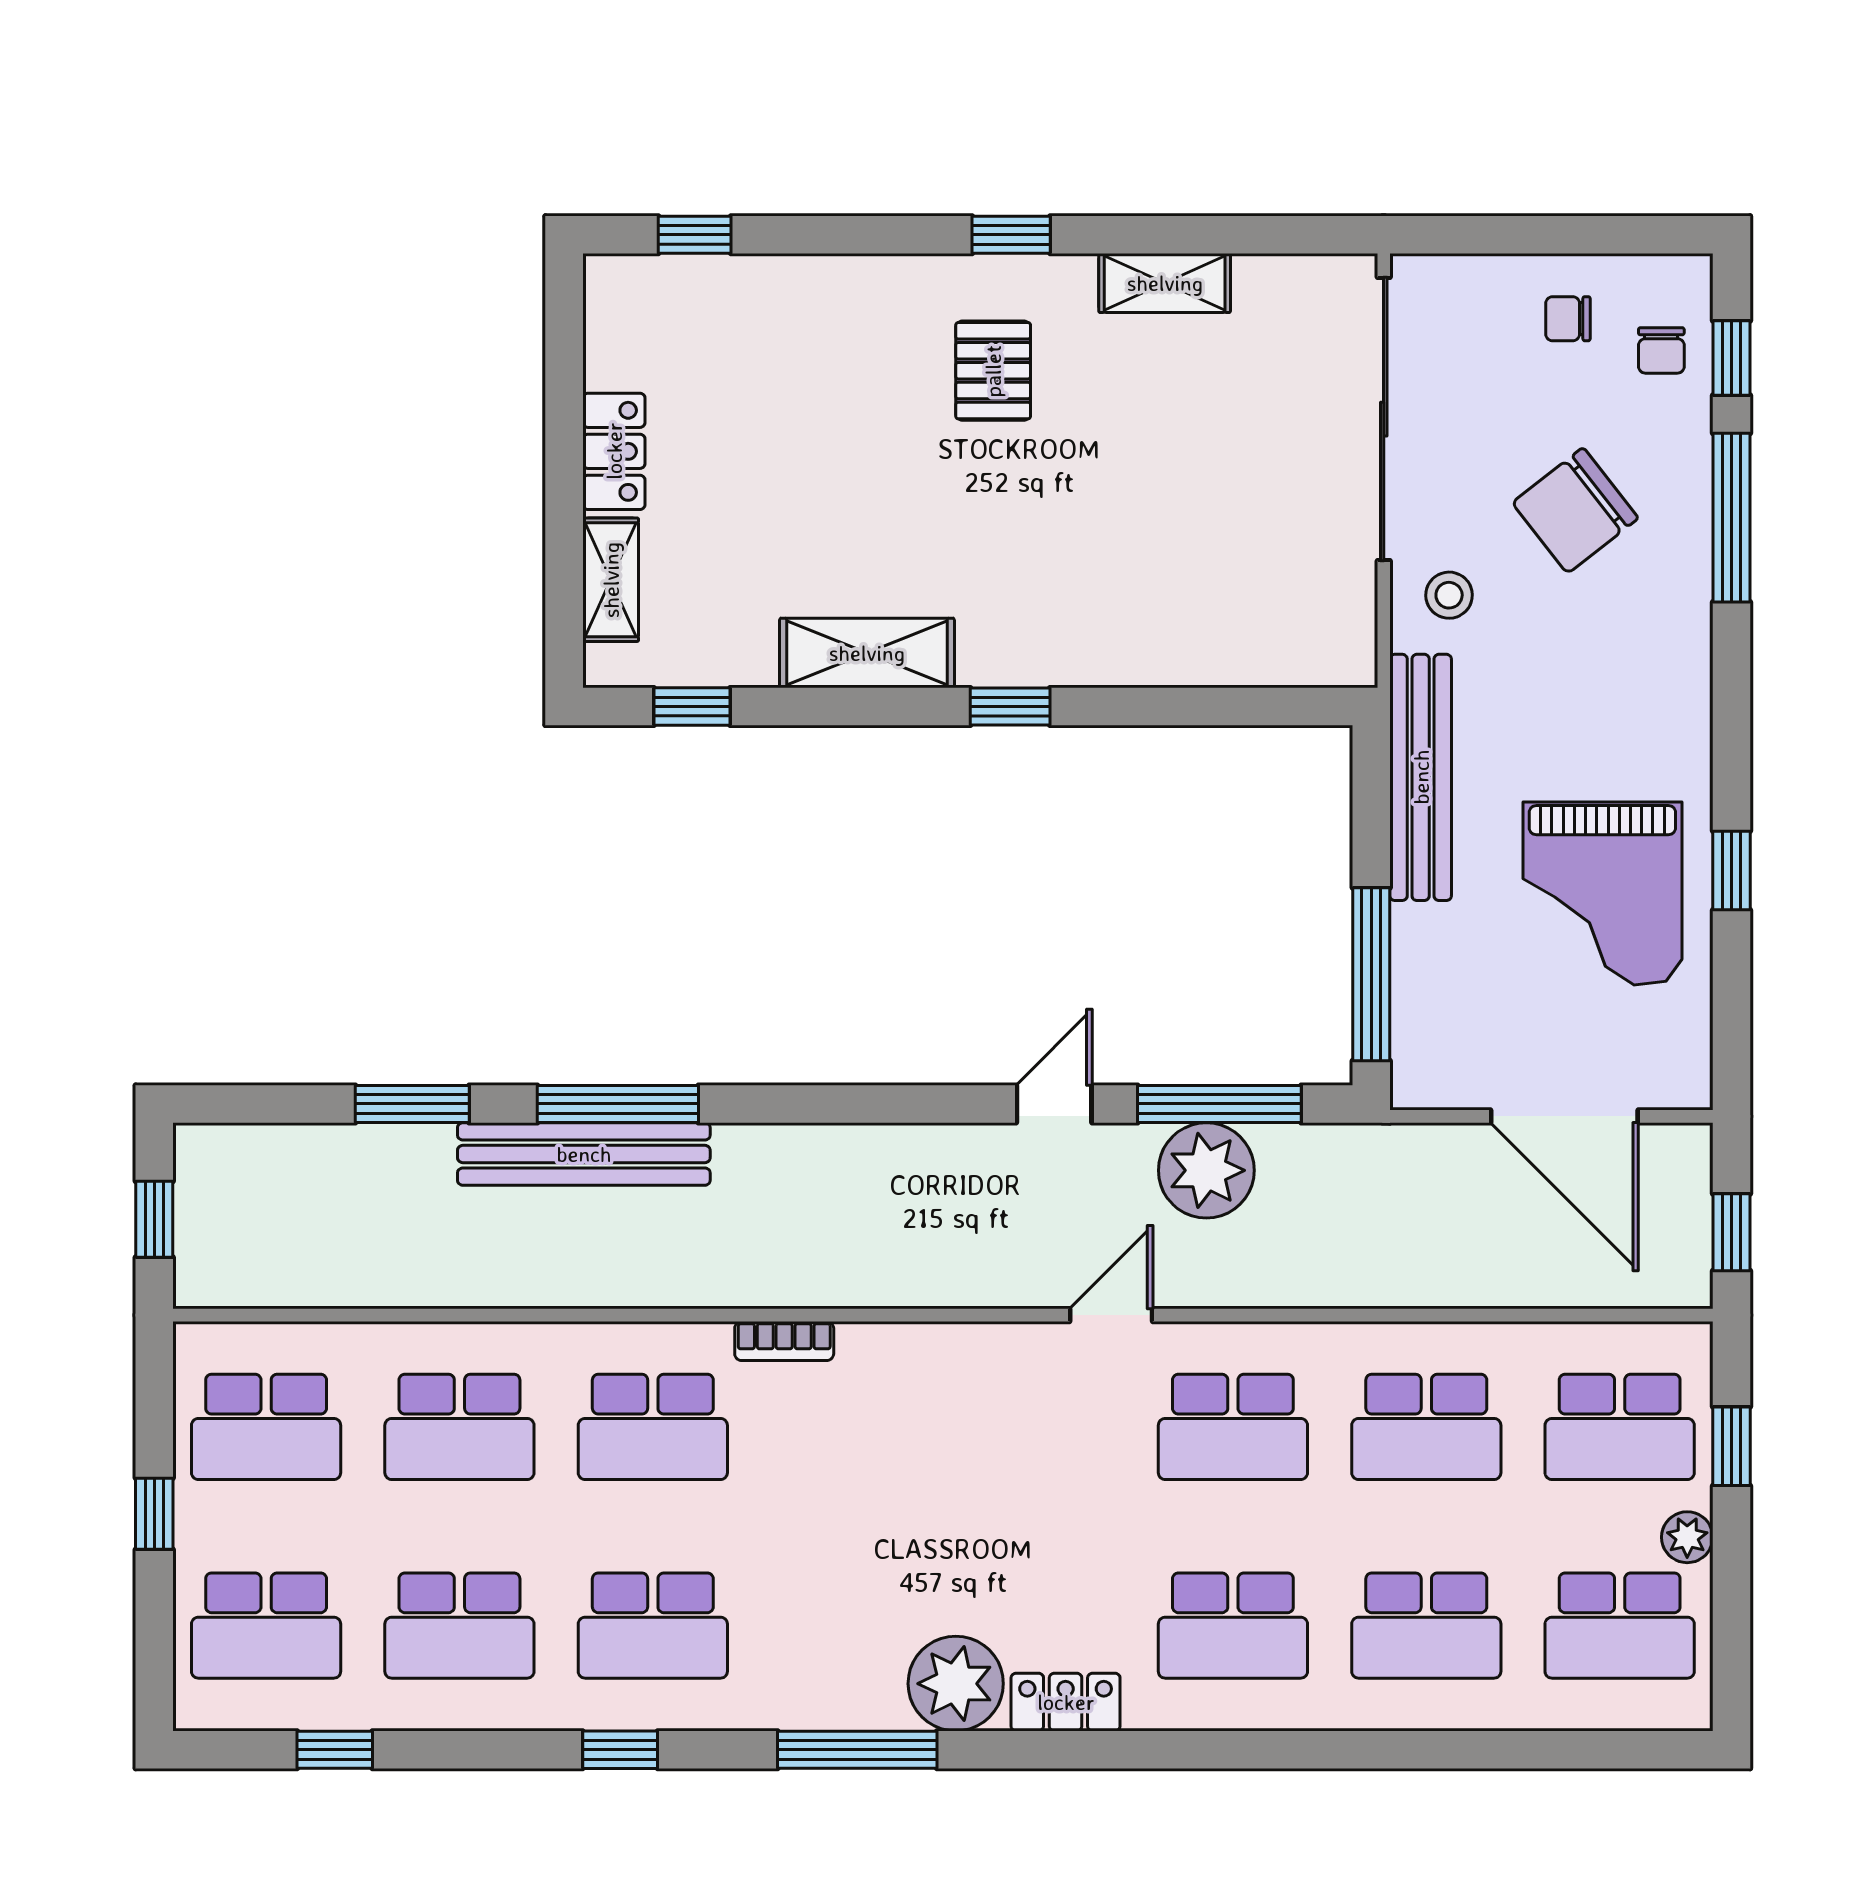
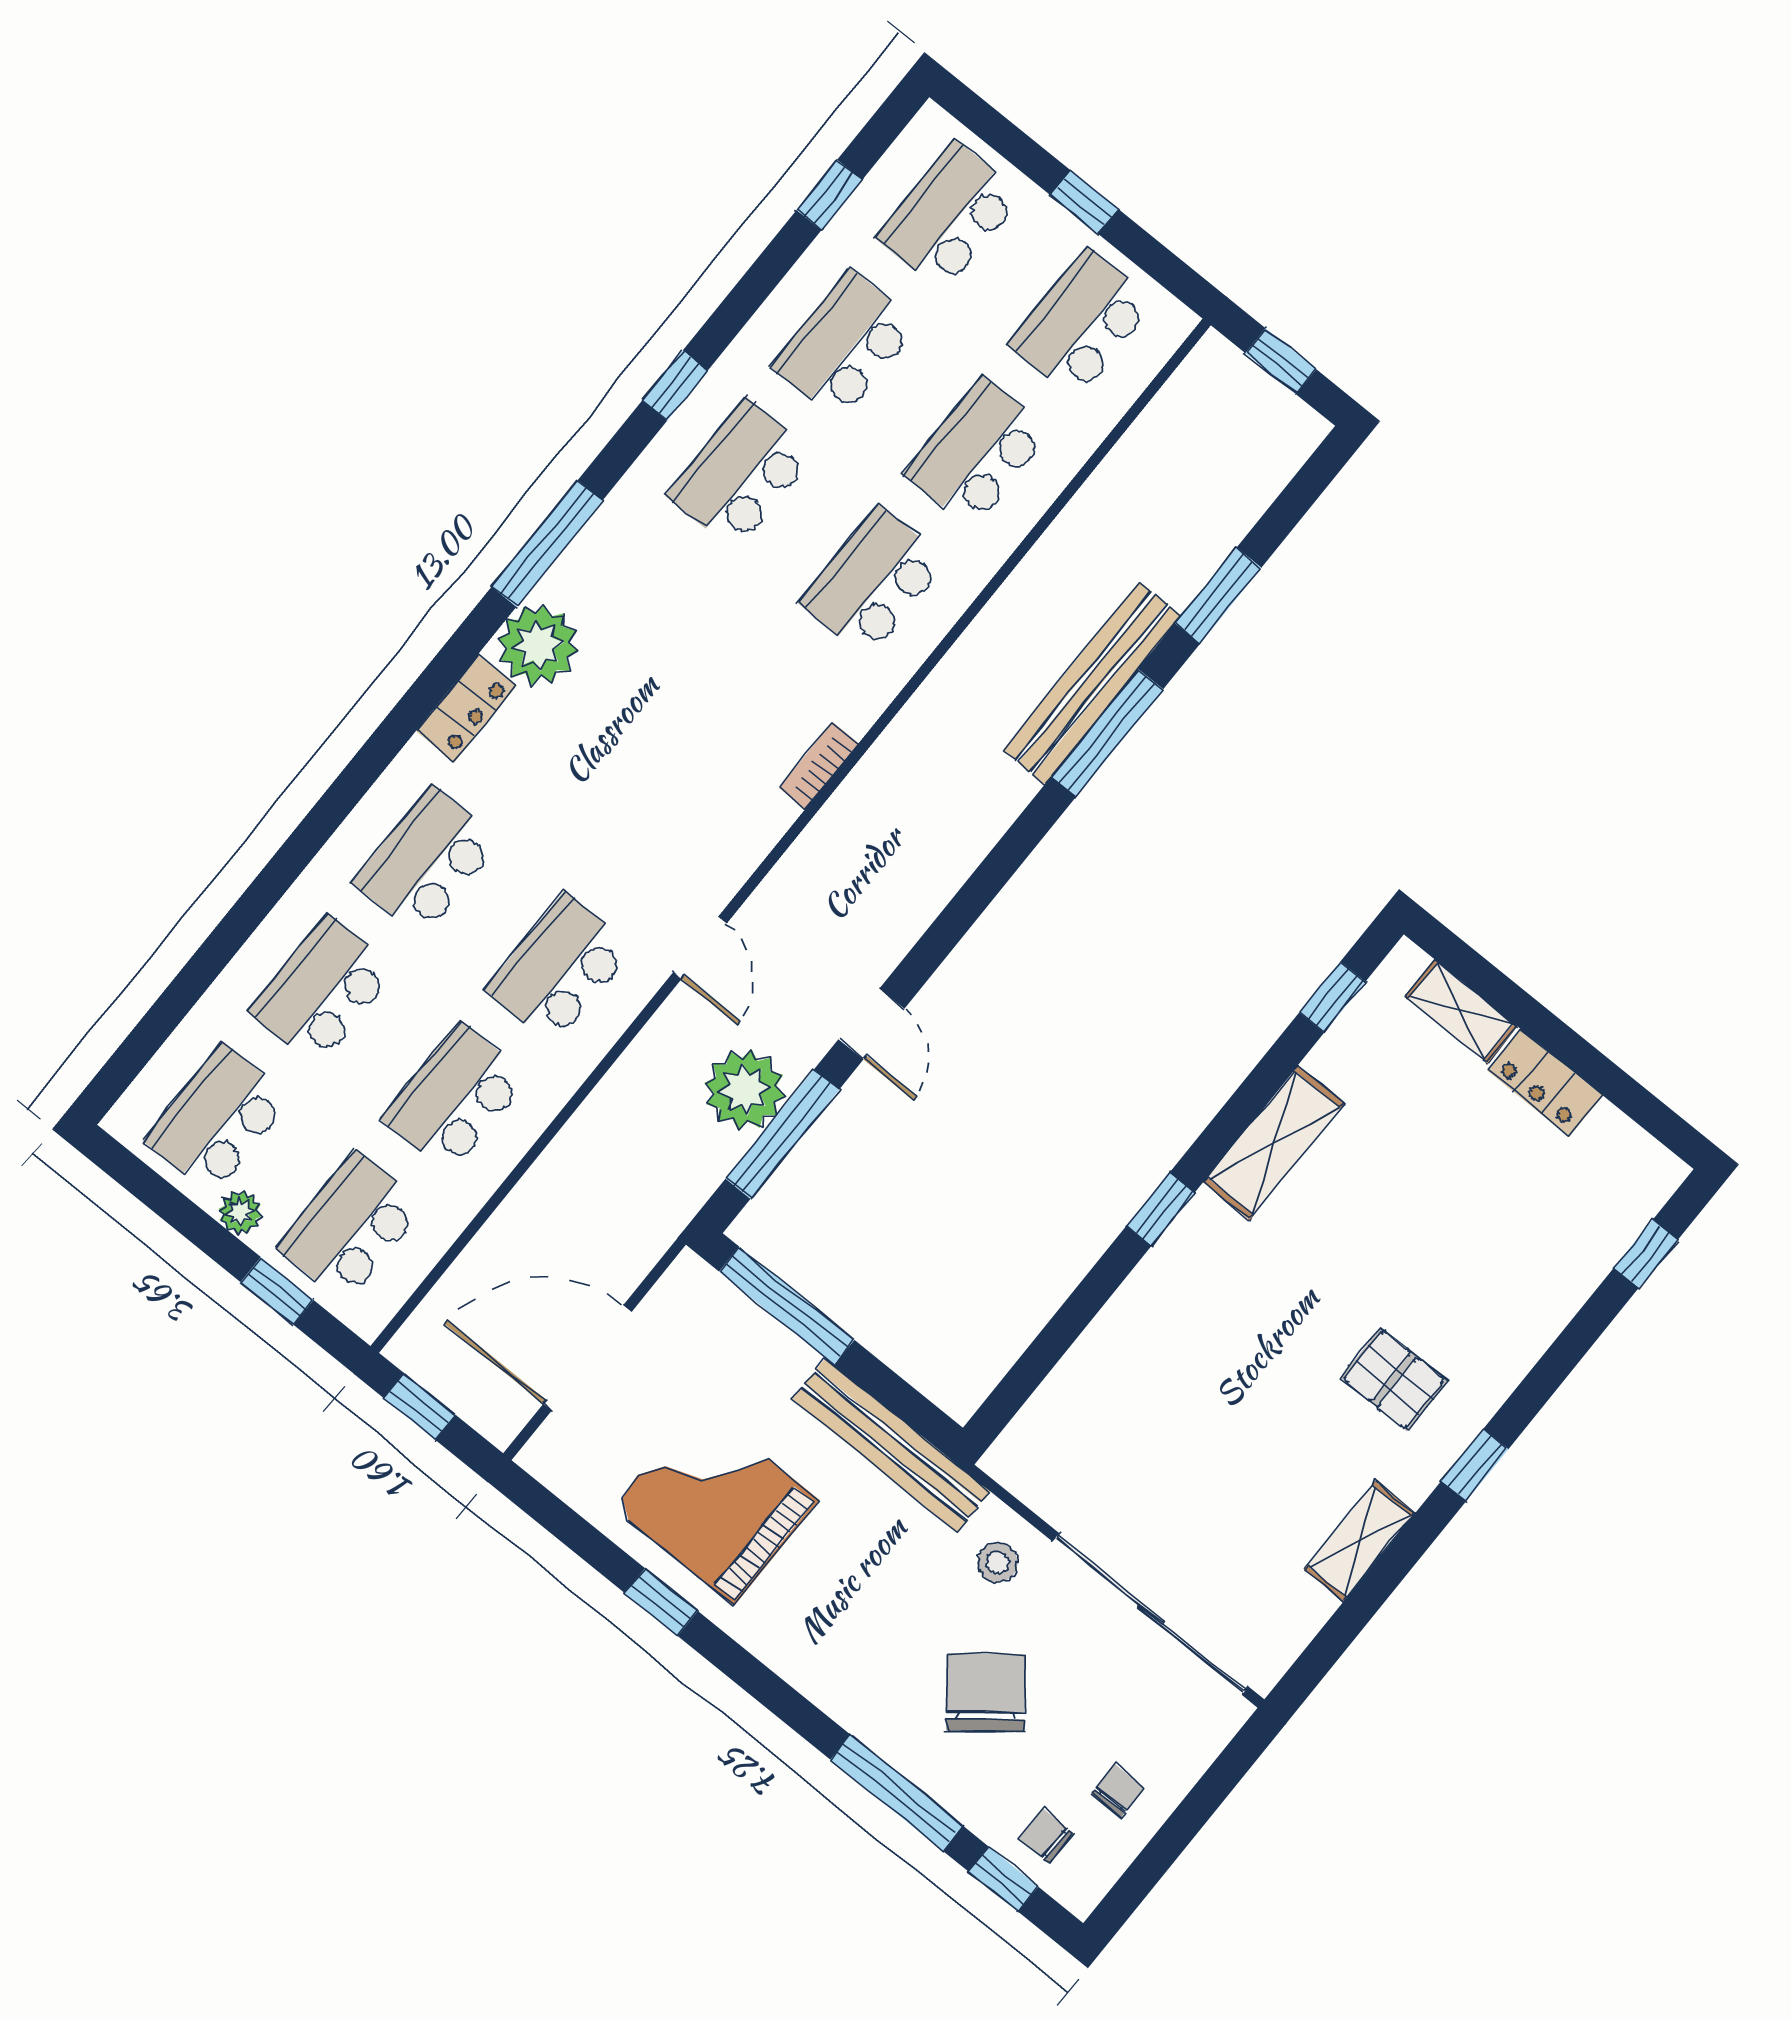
bookcase: (784, 1341) -> (819, 766), moved

